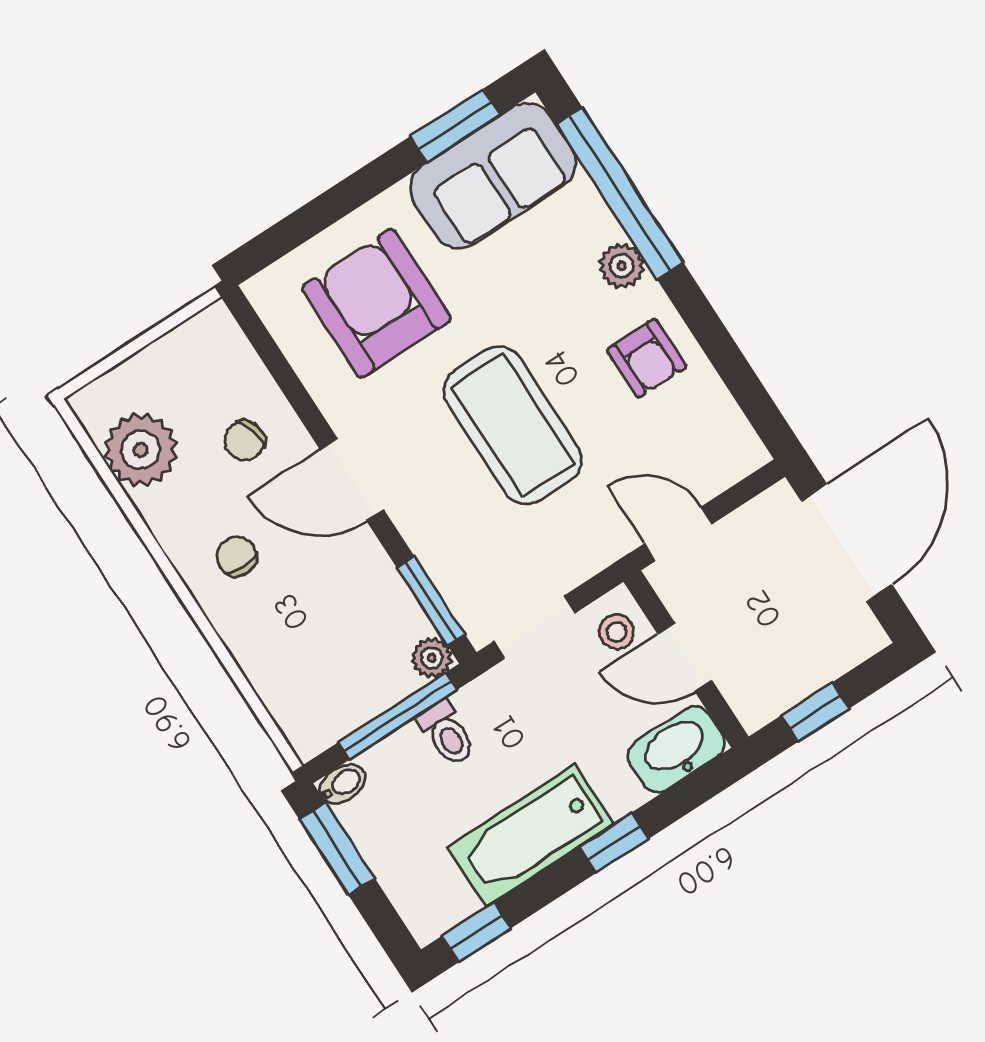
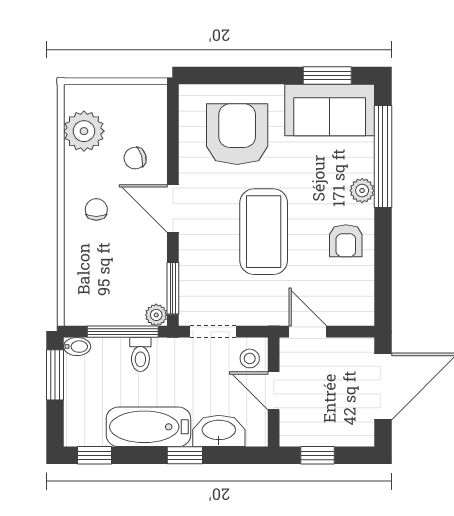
washbasin: (676, 749) -> (219, 431), moved

